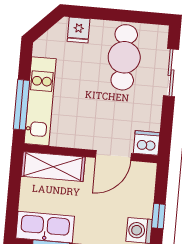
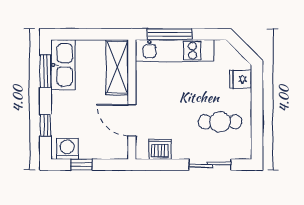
cafe table: (124, 57) -> (220, 122), width x0.73, depth x0.74
dishwasher: (147, 143) -> (160, 149), moved, turned -90

